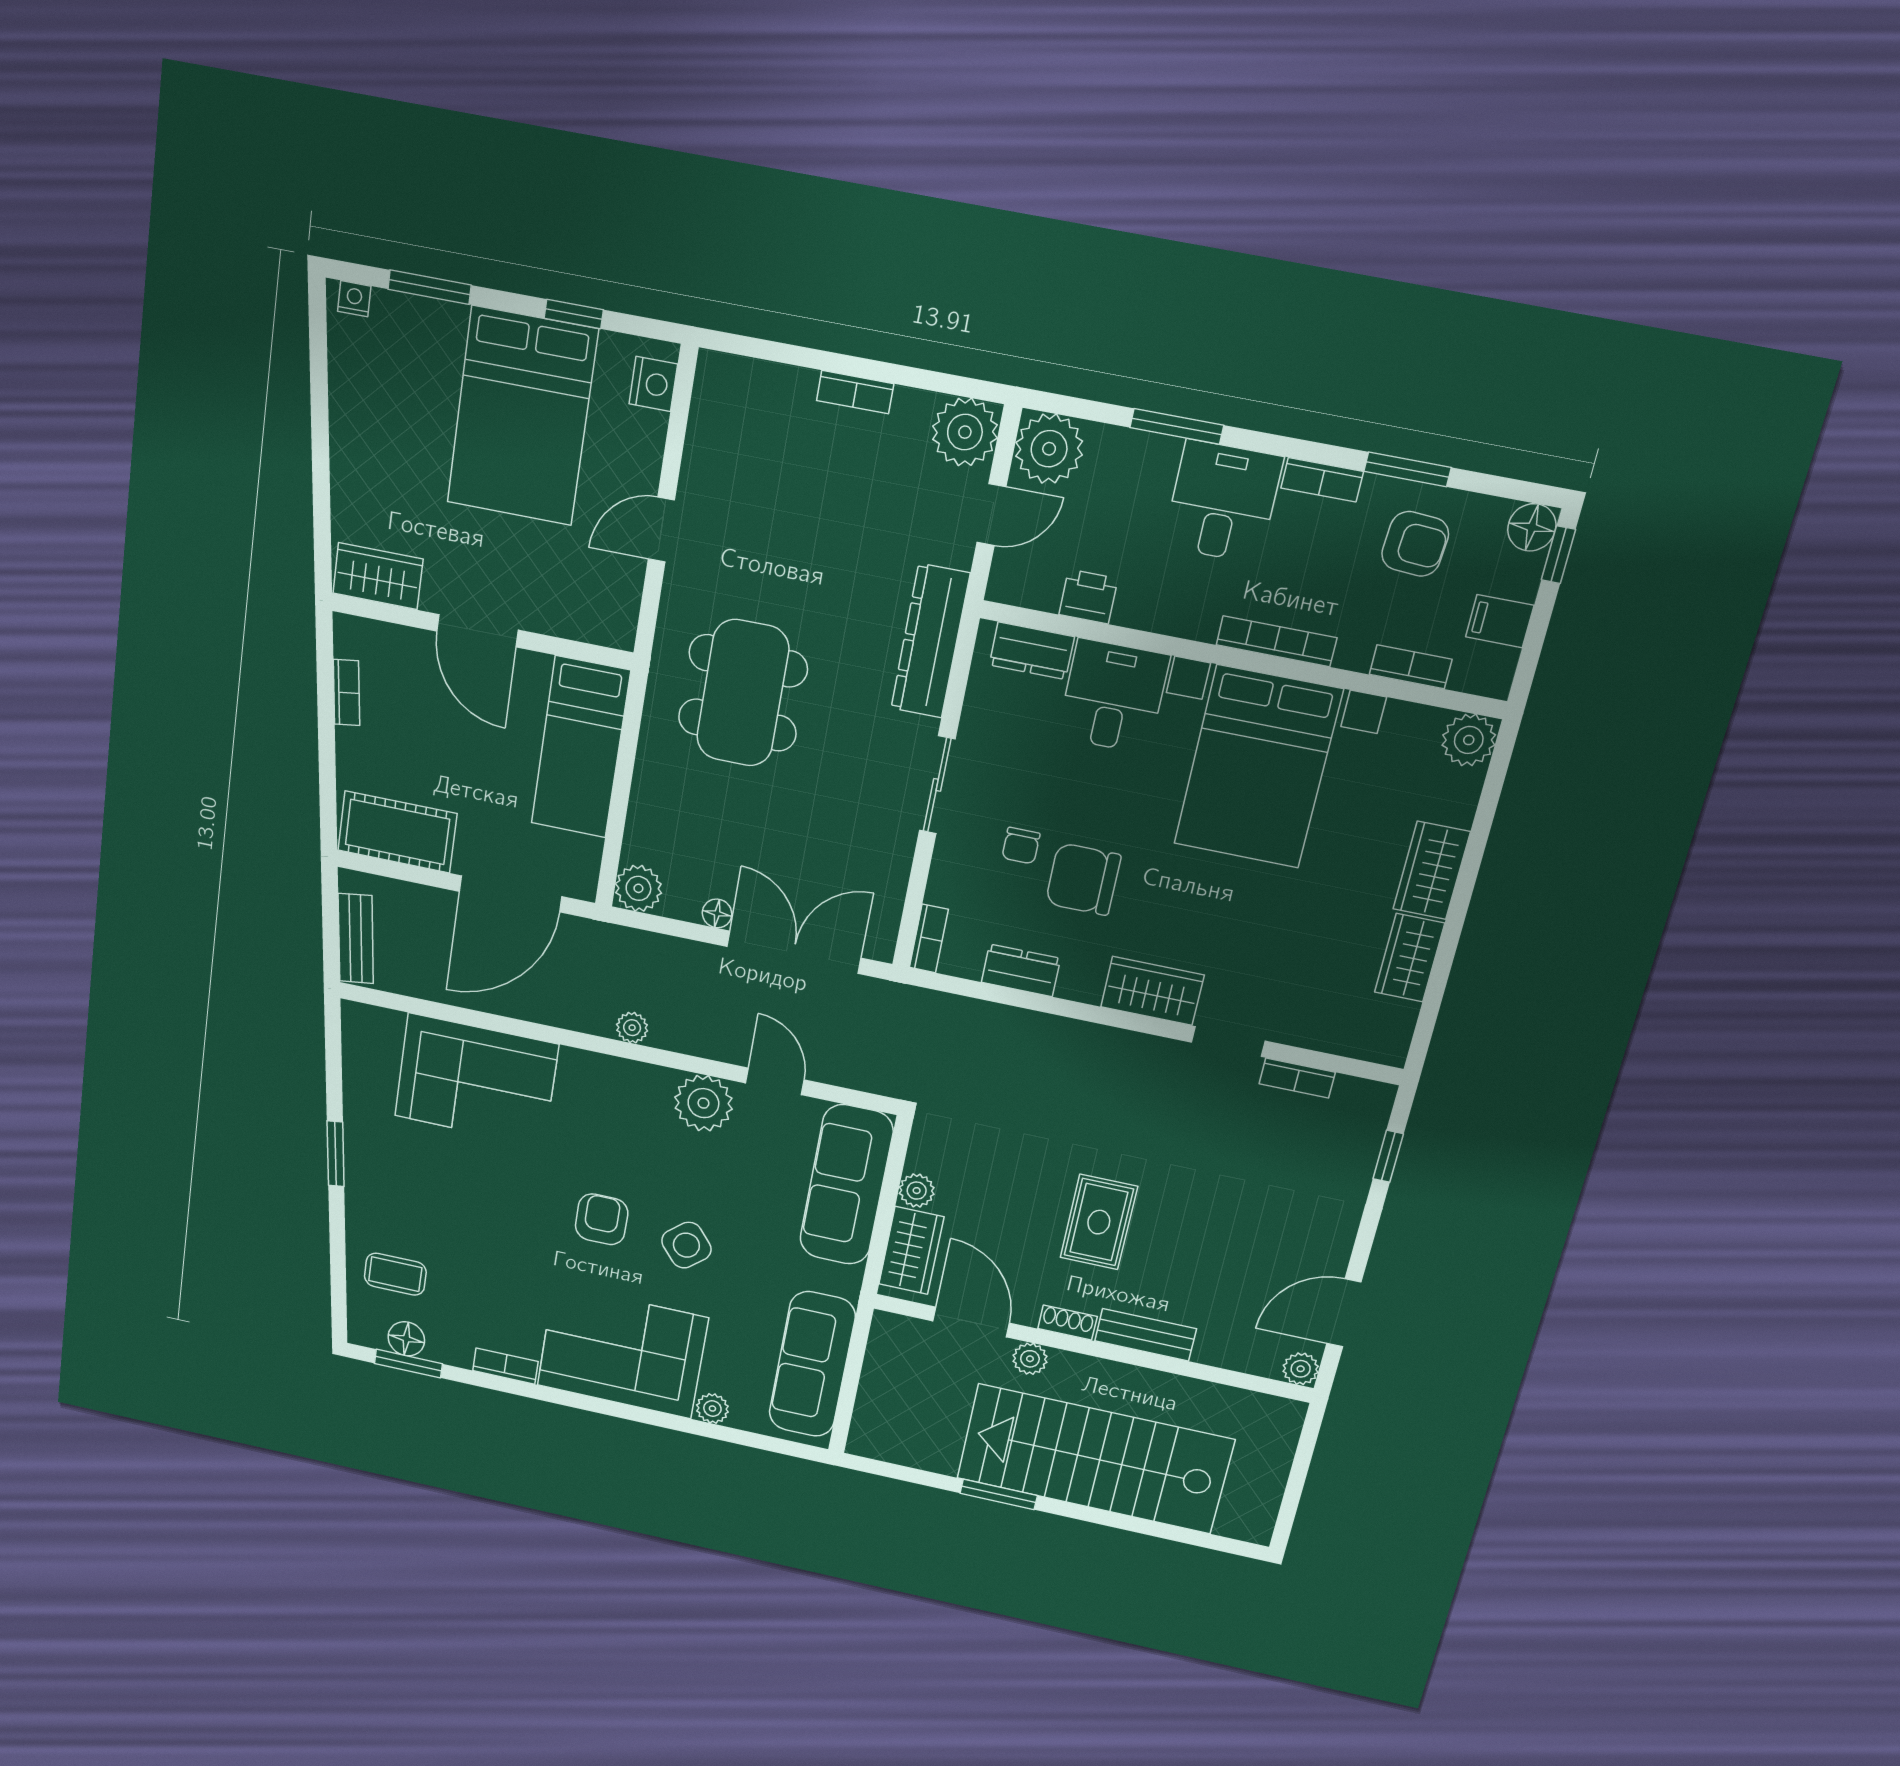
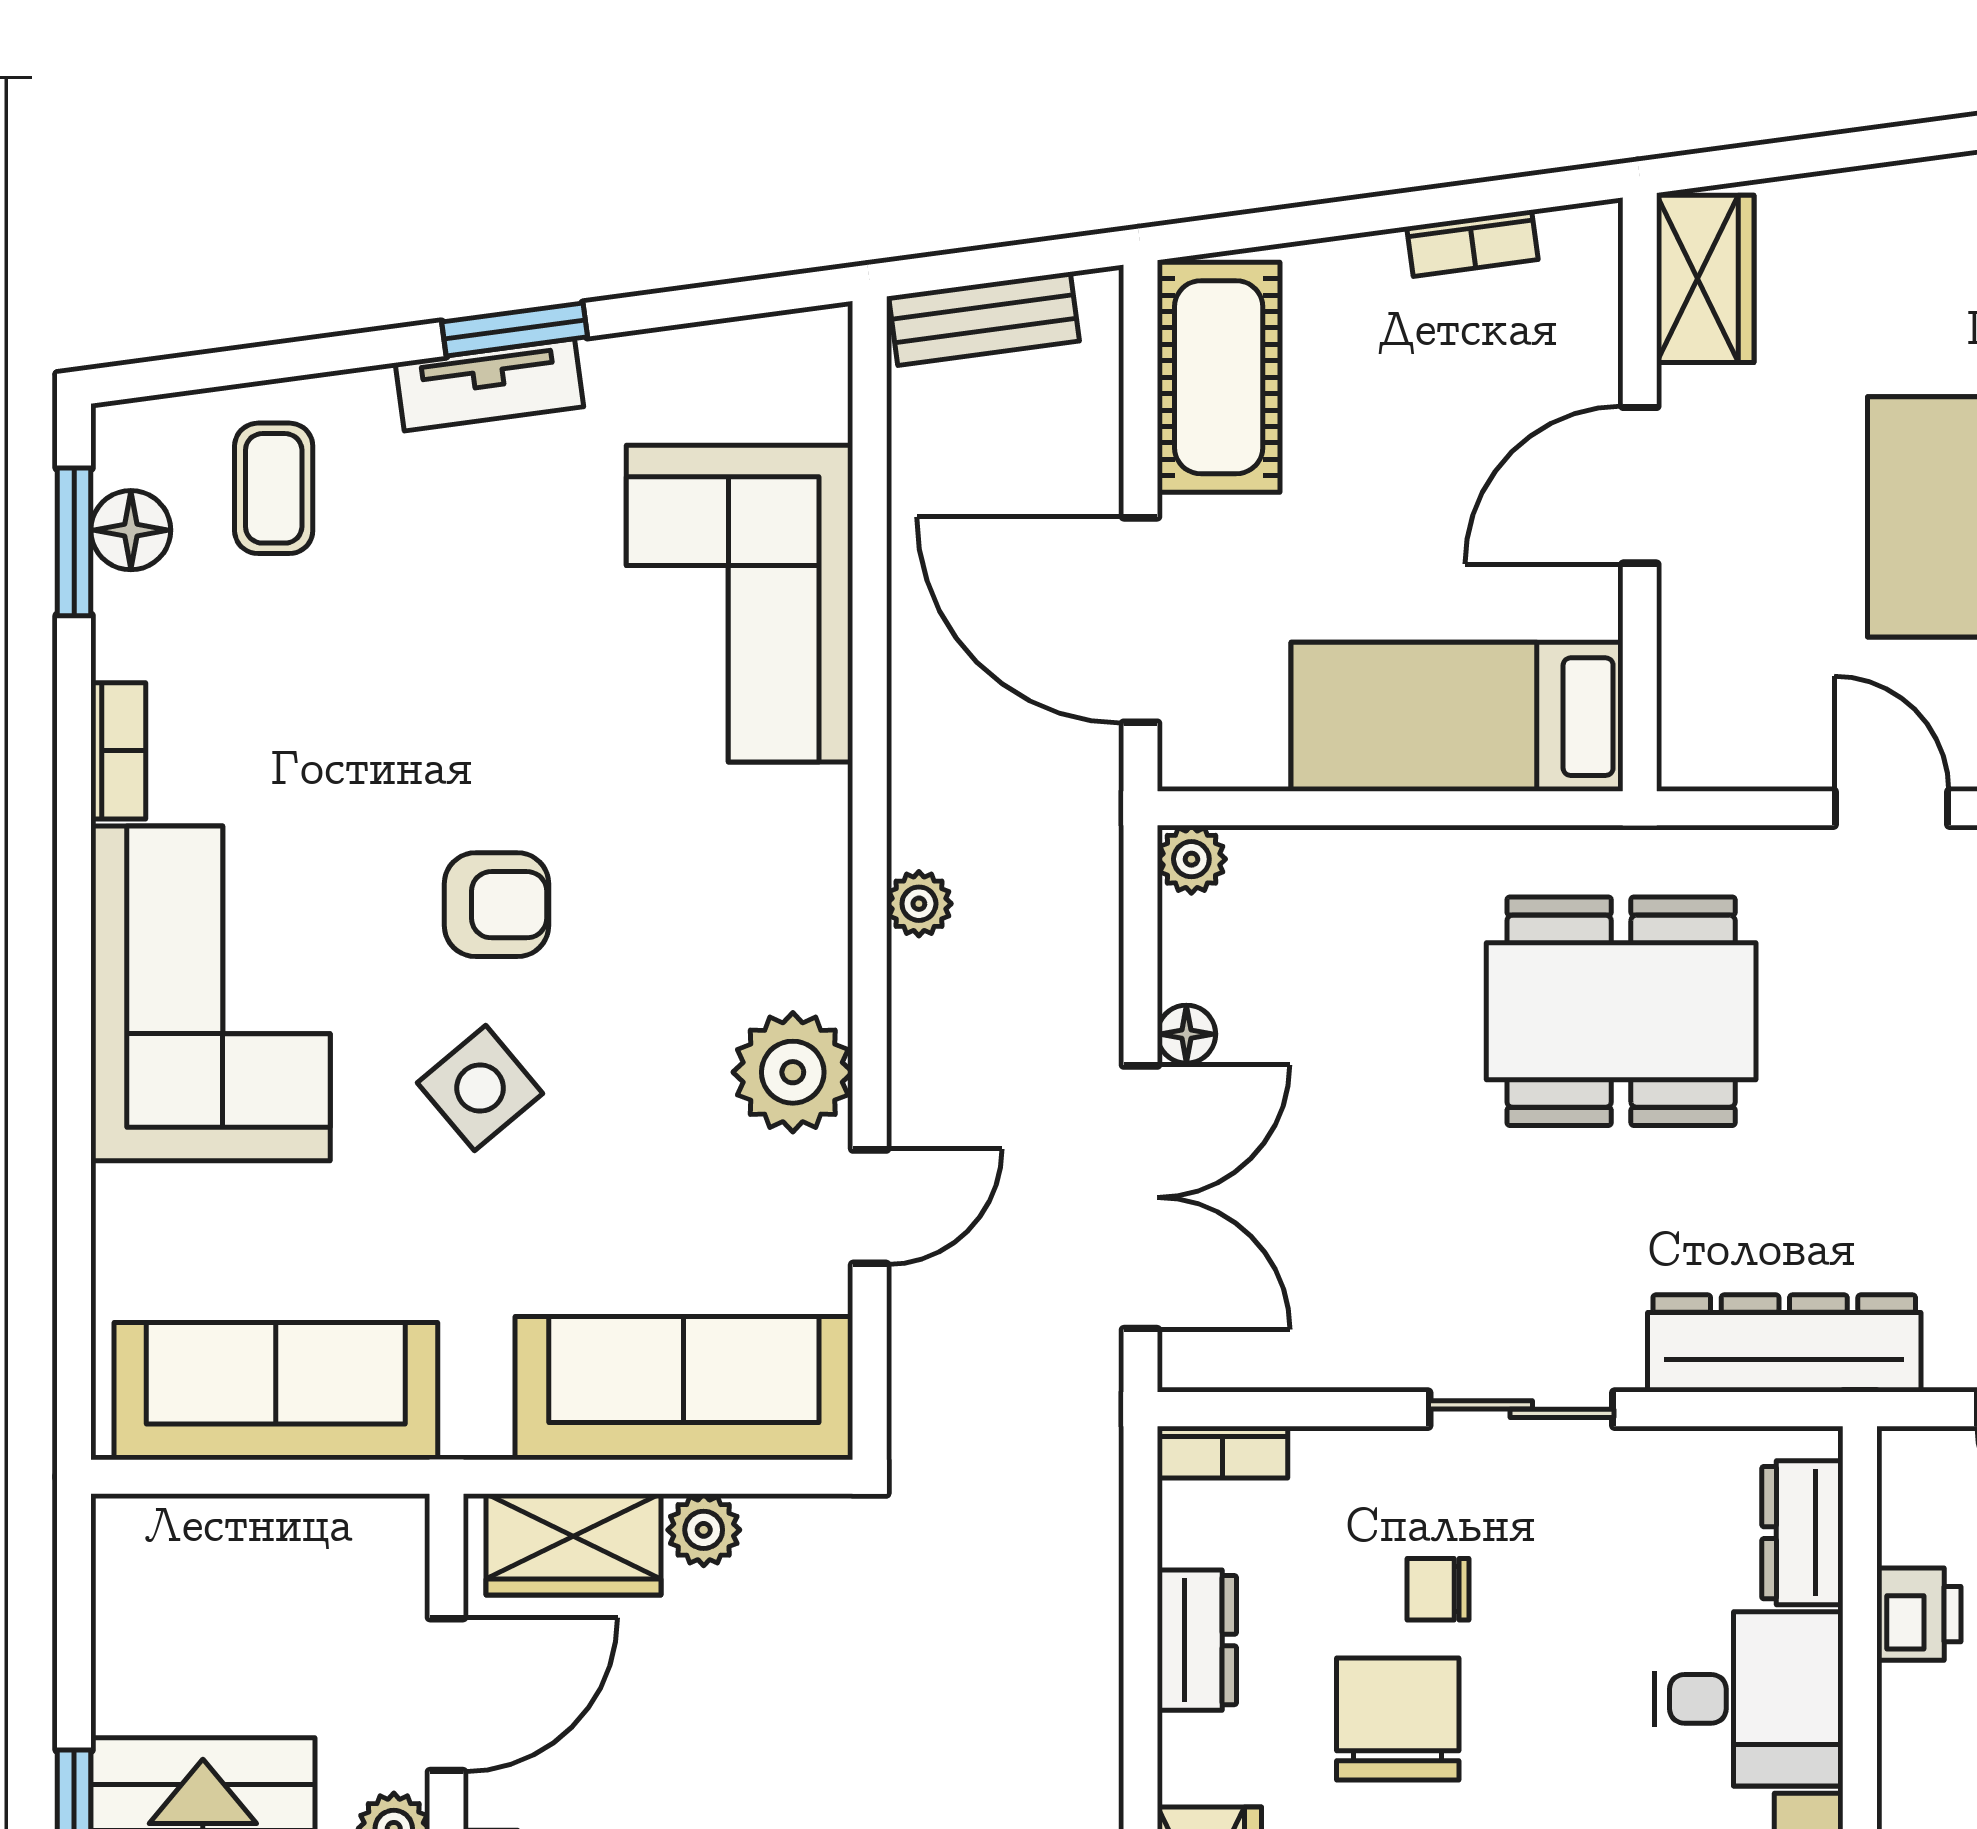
plant: (638, 888) -> (1191, 859), width x0.73, depth x0.73
tv unit: (360, 1170) -> (489, 385), added
plant: (712, 1409) -> (126, 1203), removed

